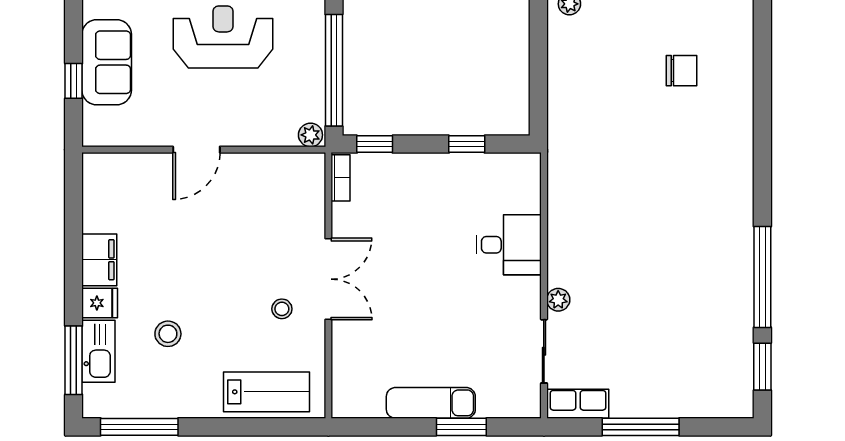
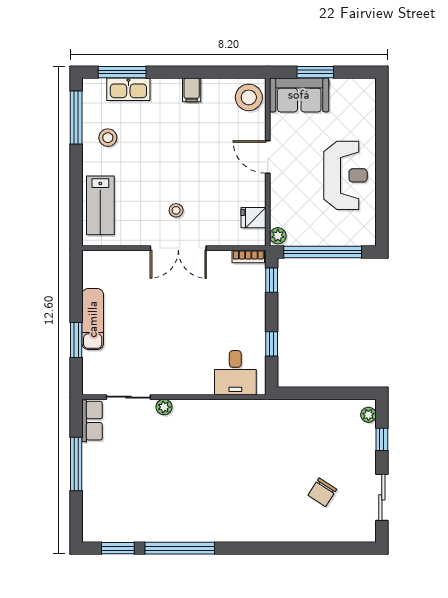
sofa: (107, 62) -> (299, 95), moved
chair: (682, 71) -> (322, 492), turned 33
window: (74, 81) -> (315, 72), width x1.50
stool: (110, 177) -> (249, 97), added
desk: (509, 245) -> (235, 373), moved
filing cabinet: (99, 260) -> (192, 90), width x0.50
fridge: (100, 303) -> (253, 218), moved, turned 90
stool: (282, 309) -> (176, 210), moved
stool: (168, 334) -> (108, 138), moved

